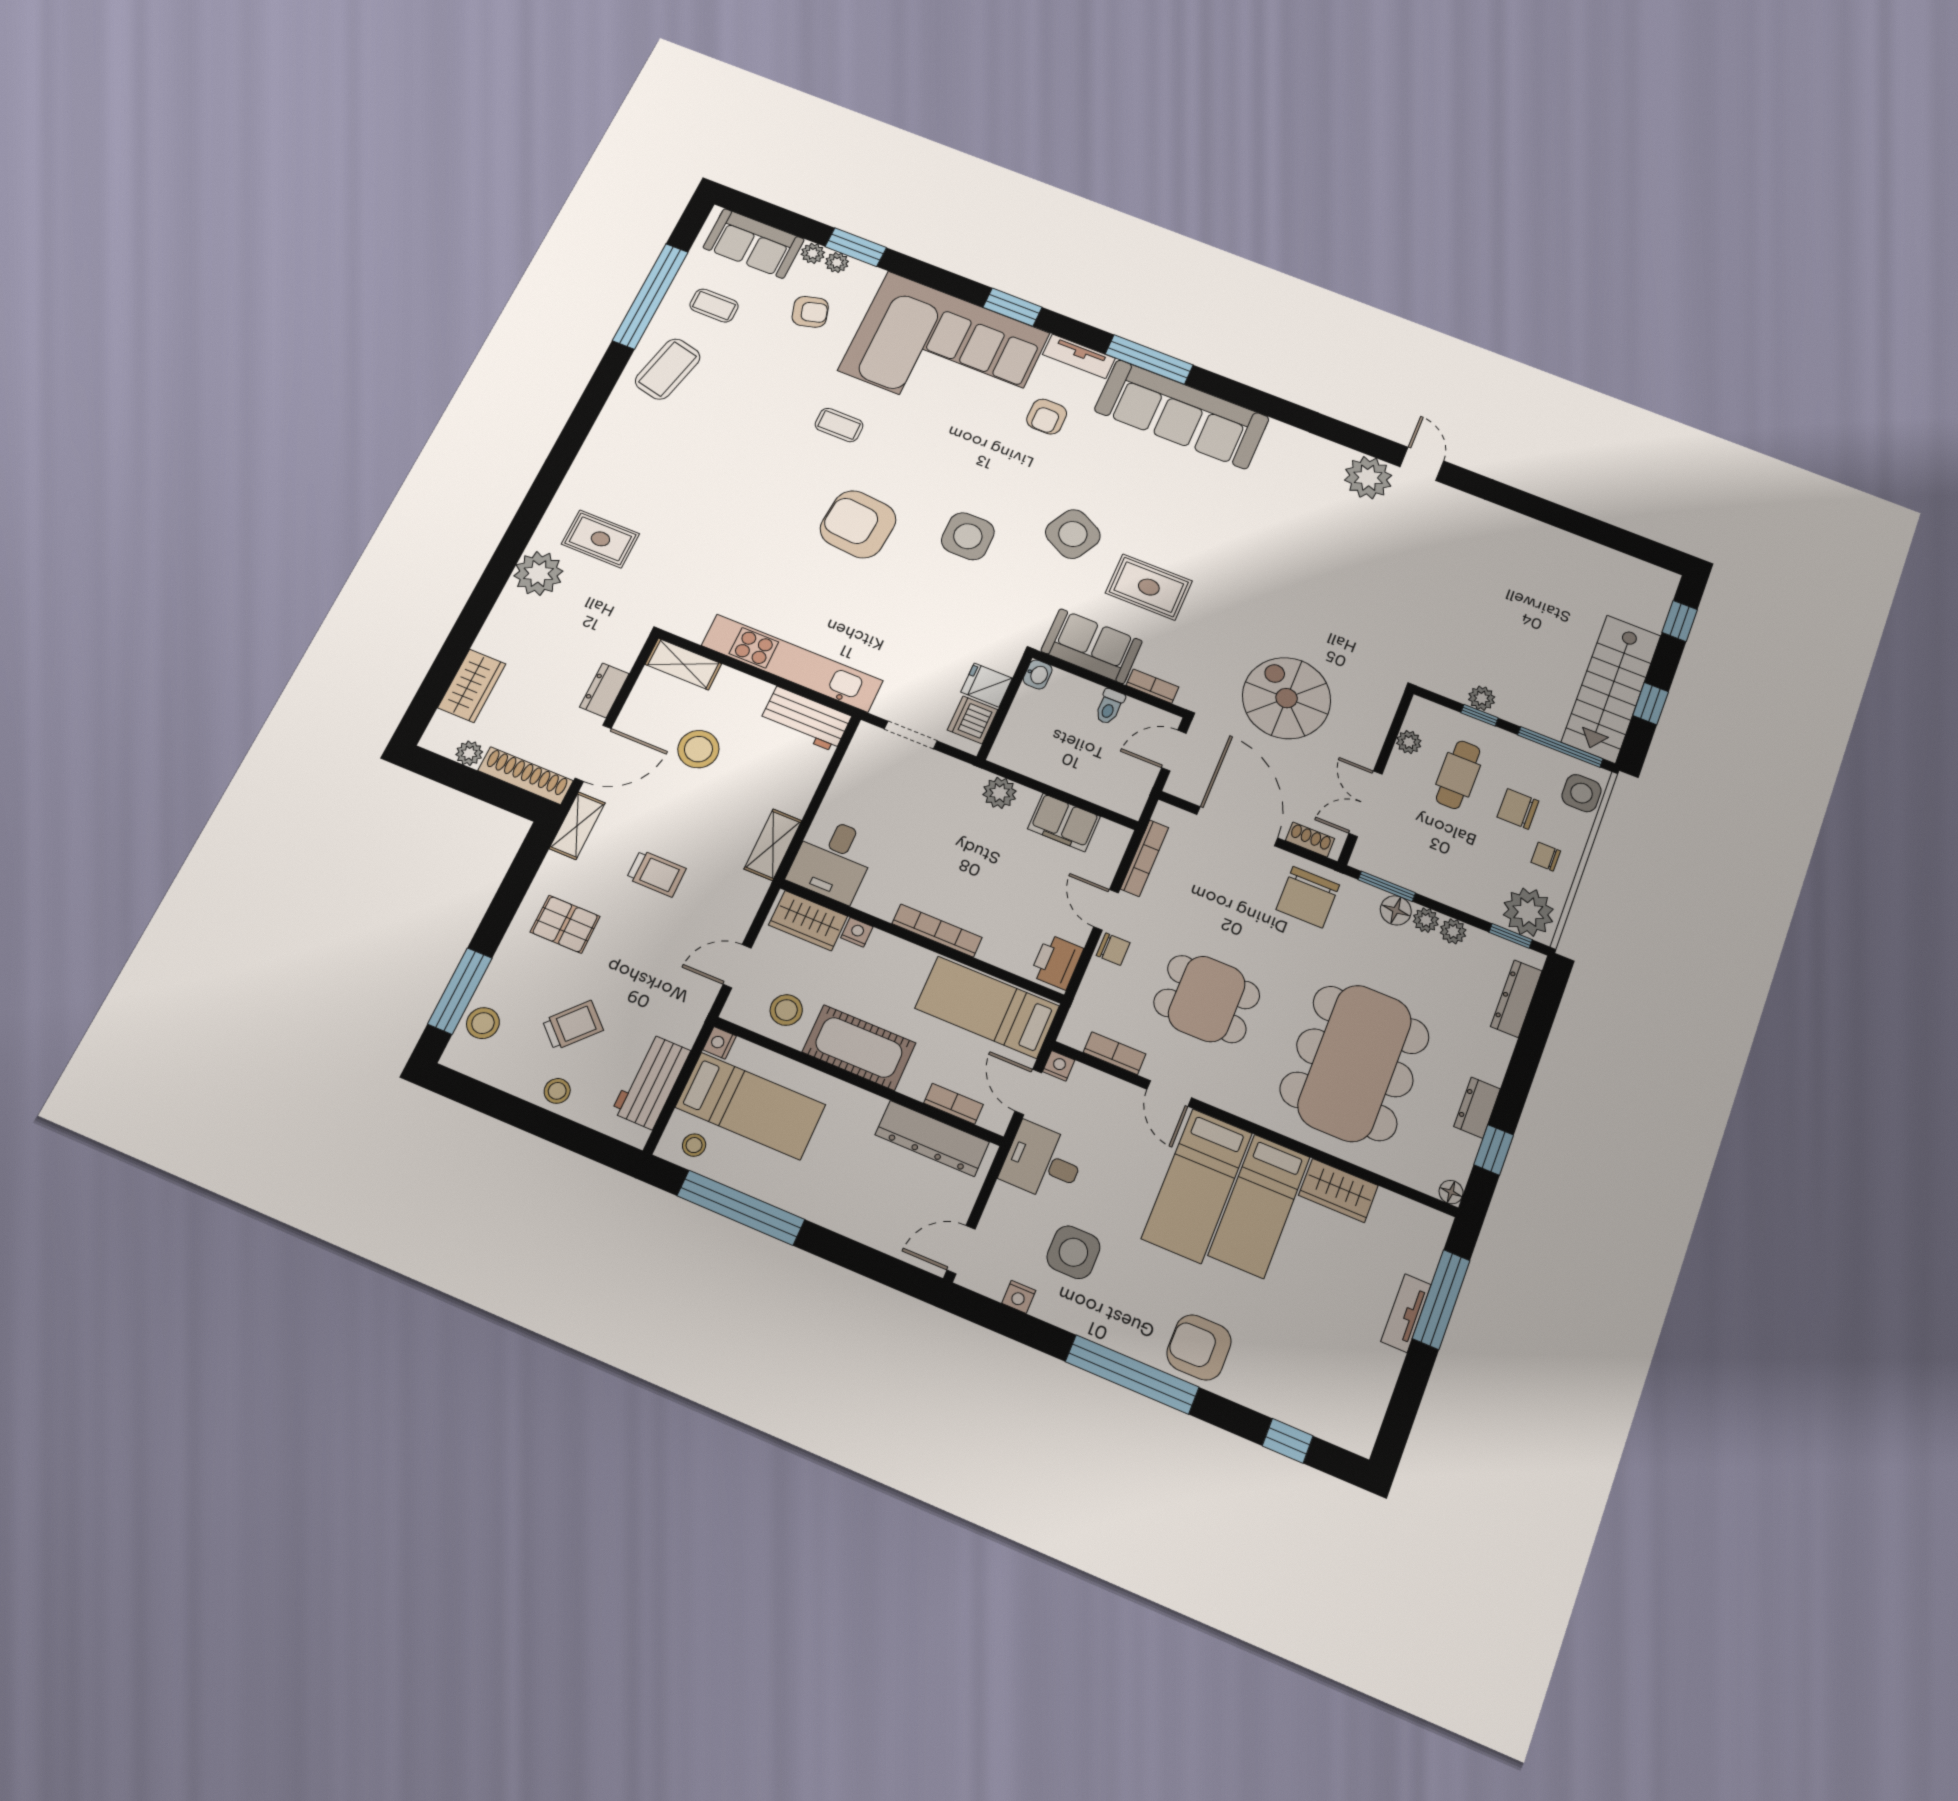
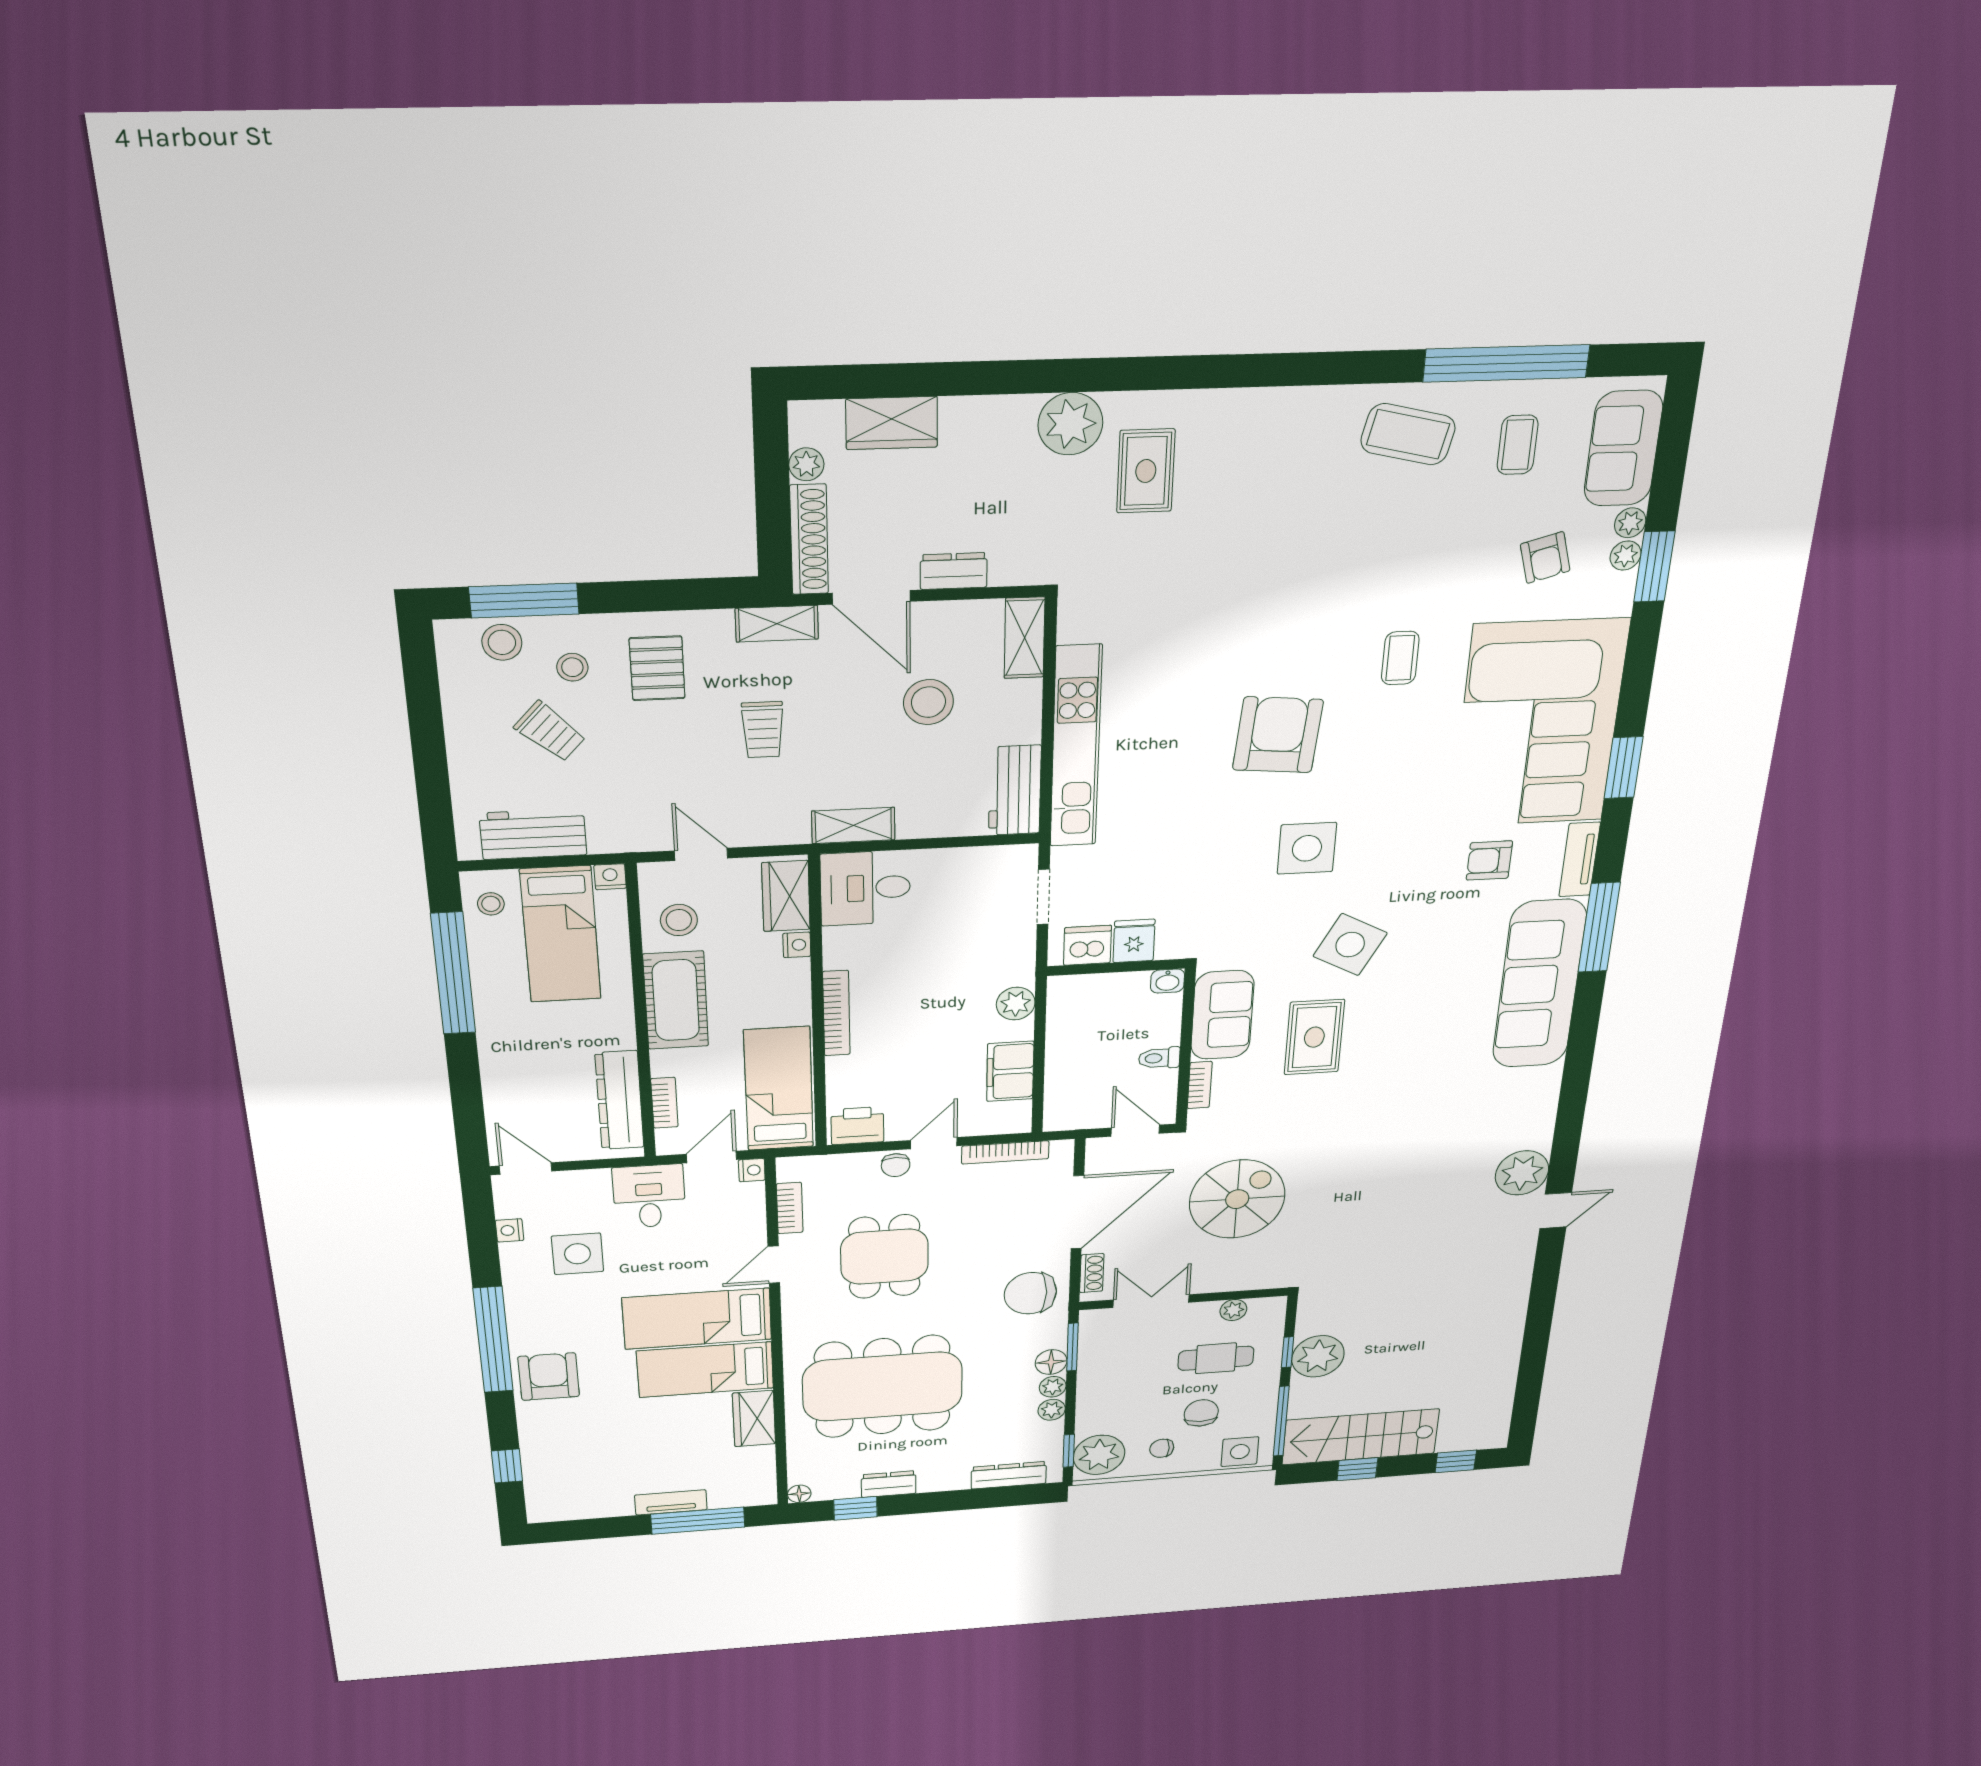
plant: (1482, 698) -> (1318, 1356), width x1.88, depth x1.88
chair: (1546, 857) -> (1162, 1448), turned -90
stool: (557, 1091) -> (572, 667), moved

